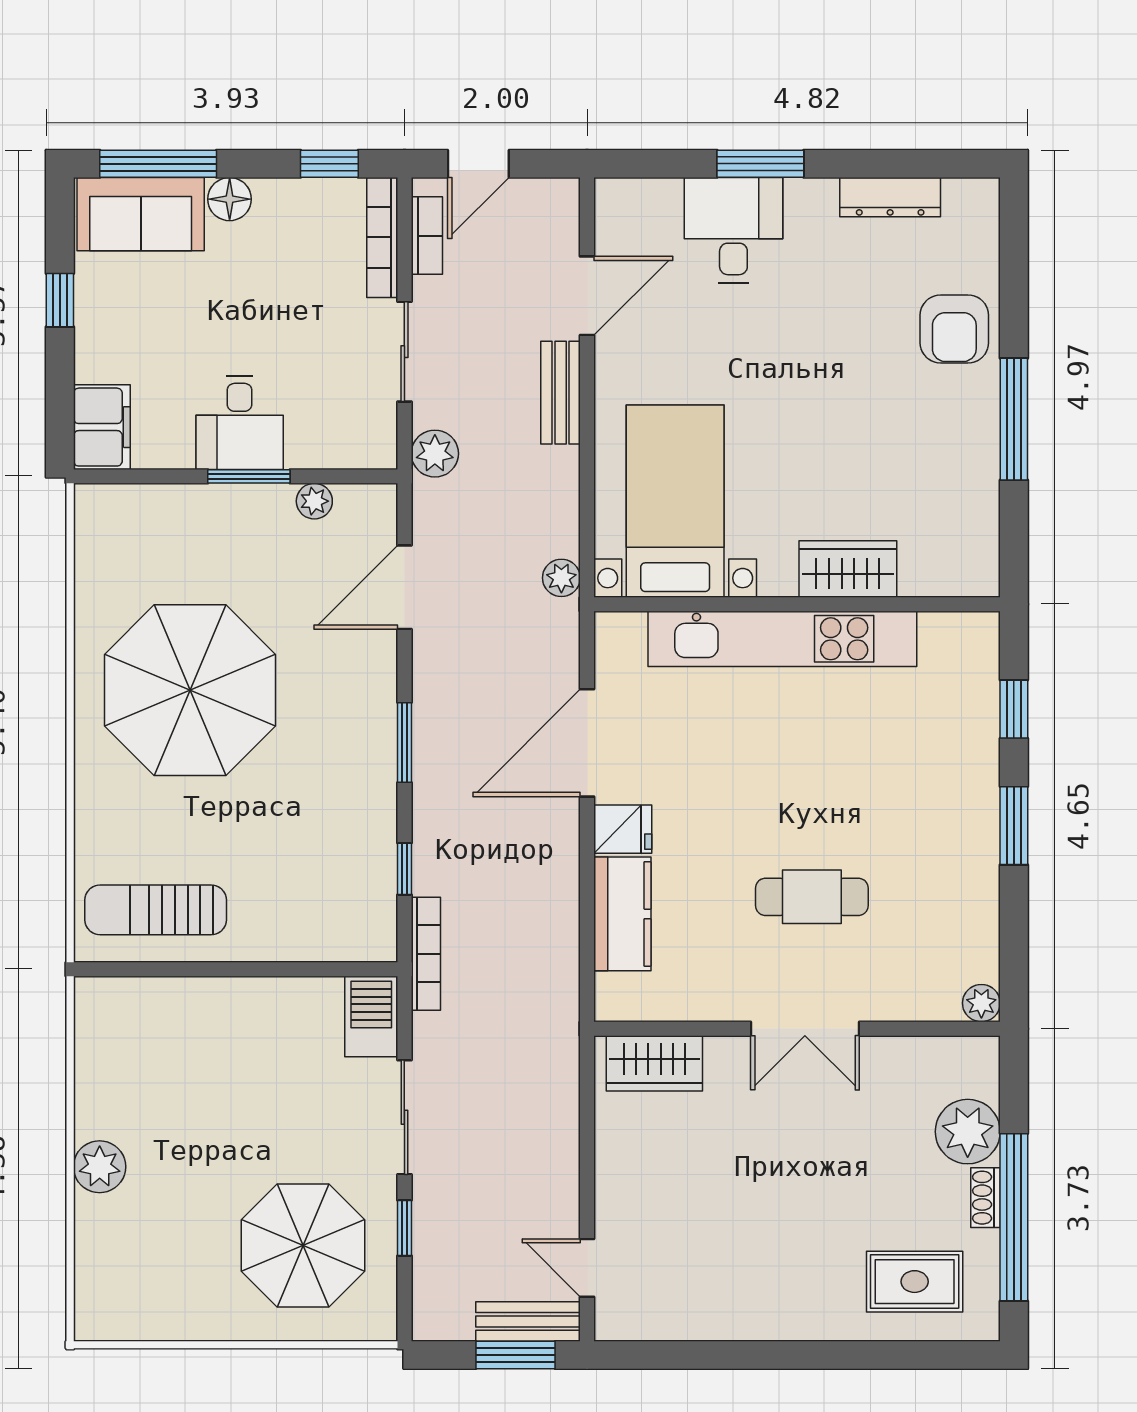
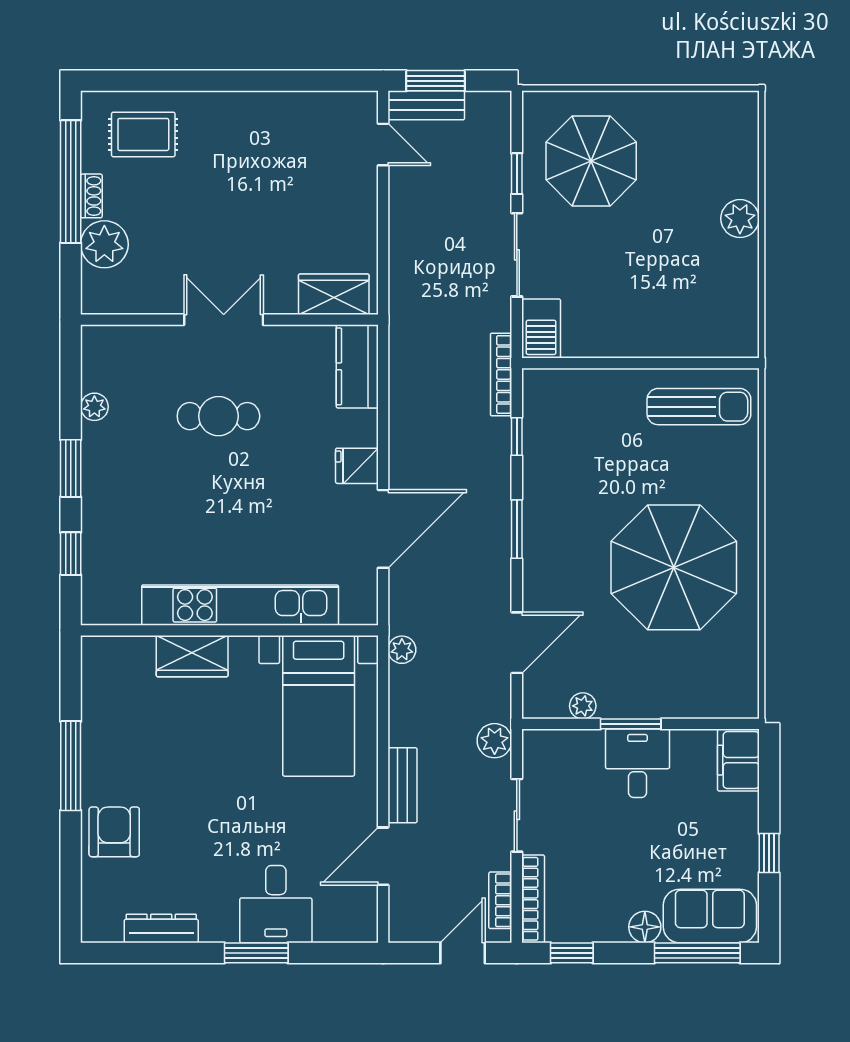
kitchen counter: (622, 914) -> (357, 366), moved
plant: (981, 1003) -> (94, 407), moved

